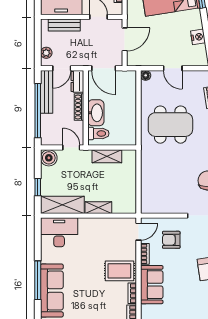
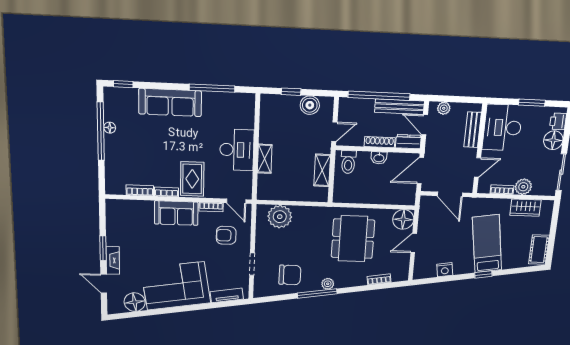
floor lamp: (146, 75) -> (403, 219), width x1.89, depth x1.89
washbasin: (96, 113) -> (379, 158), width x0.52, depth x0.69
boiler: (49, 158) -> (310, 105), moved
plant: (152, 192) -> (280, 217), added
shelving: (62, 205) -> (269, 119), removed
desk: (59, 232) -> (237, 150), moved
armchair: (171, 240) -> (226, 235), turned -90
window: (38, 280) -> (212, 88), moved

